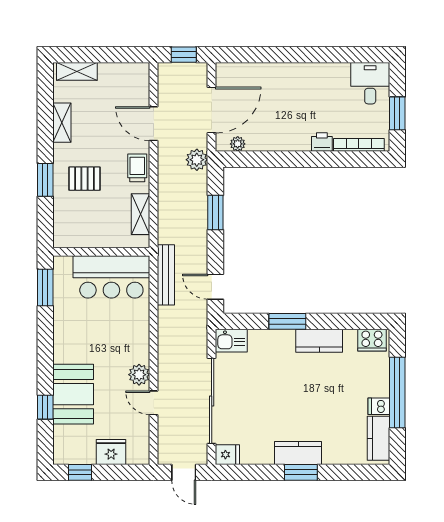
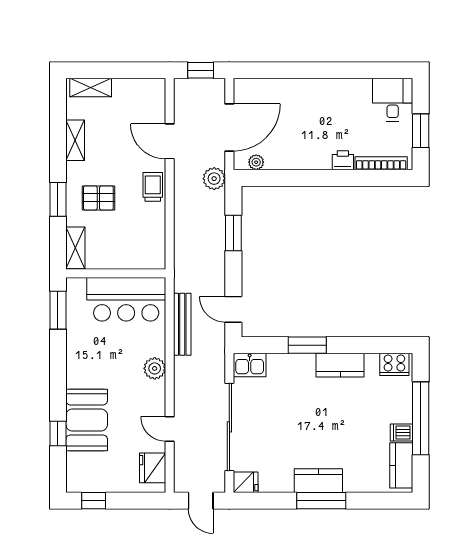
shelving: (140, 214) -> (75, 248), moved
bench: (166, 275) -> (182, 324), moved
plant: (139, 375) -> (155, 368), moved
fridge: (111, 452) -> (153, 468), moved, turned -90
window: (301, 472) -> (321, 501), width x1.44

